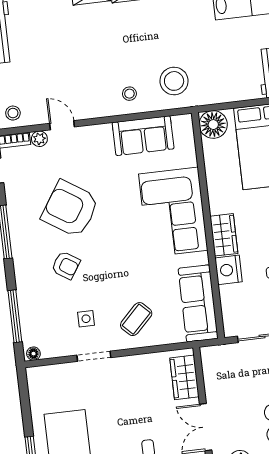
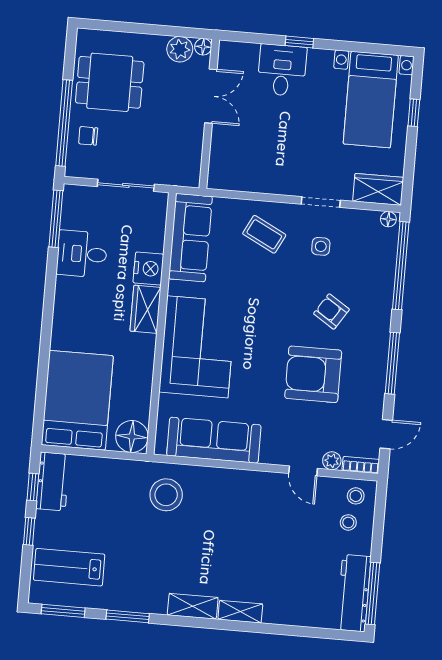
stool: (129, 94) -> (348, 522), moved
sofa: (143, 136) -> (214, 440), width x1.36
armchair: (70, 209) -> (313, 374), turned 147
window: (15, 316) -> (401, 266), width x1.46
coffee table: (136, 319) -> (264, 234), turned 72
wardrobe: (184, 377) -> (378, 189), moved, turned -90

